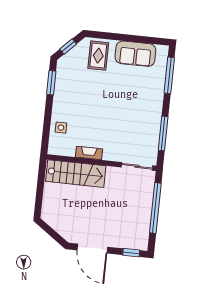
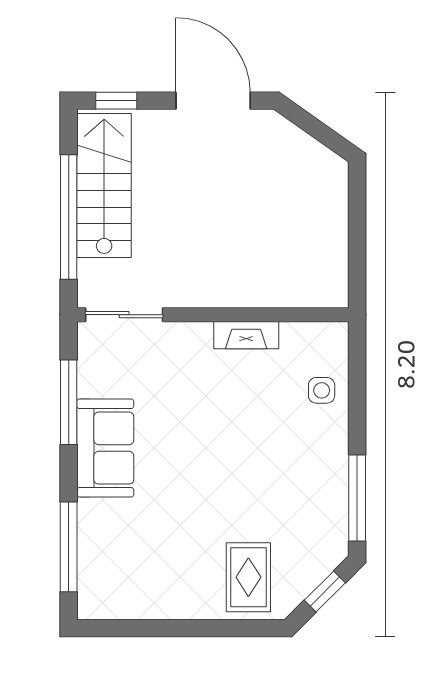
sofa: (135, 54) -> (105, 448), moved, turned 90
window: (51, 83) -> (357, 498), width x1.44
stairs: (76, 174) -> (104, 185), moved, turned 90

